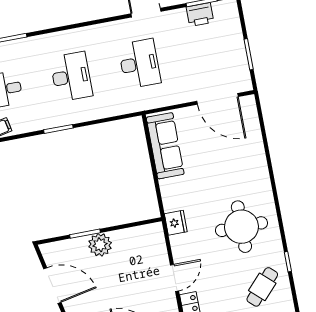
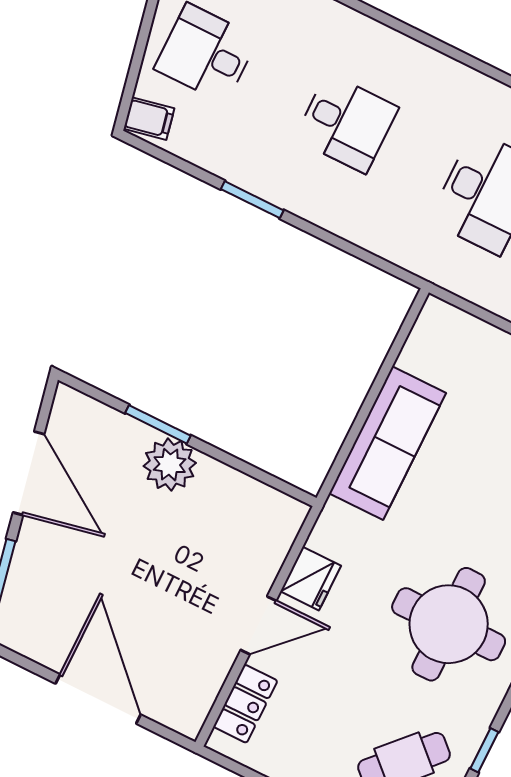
desk: (71, 77) -> (346, 123), width x0.73
sofa: (165, 146) -> (388, 443), moved
fridge: (176, 223) -> (311, 579), moved

